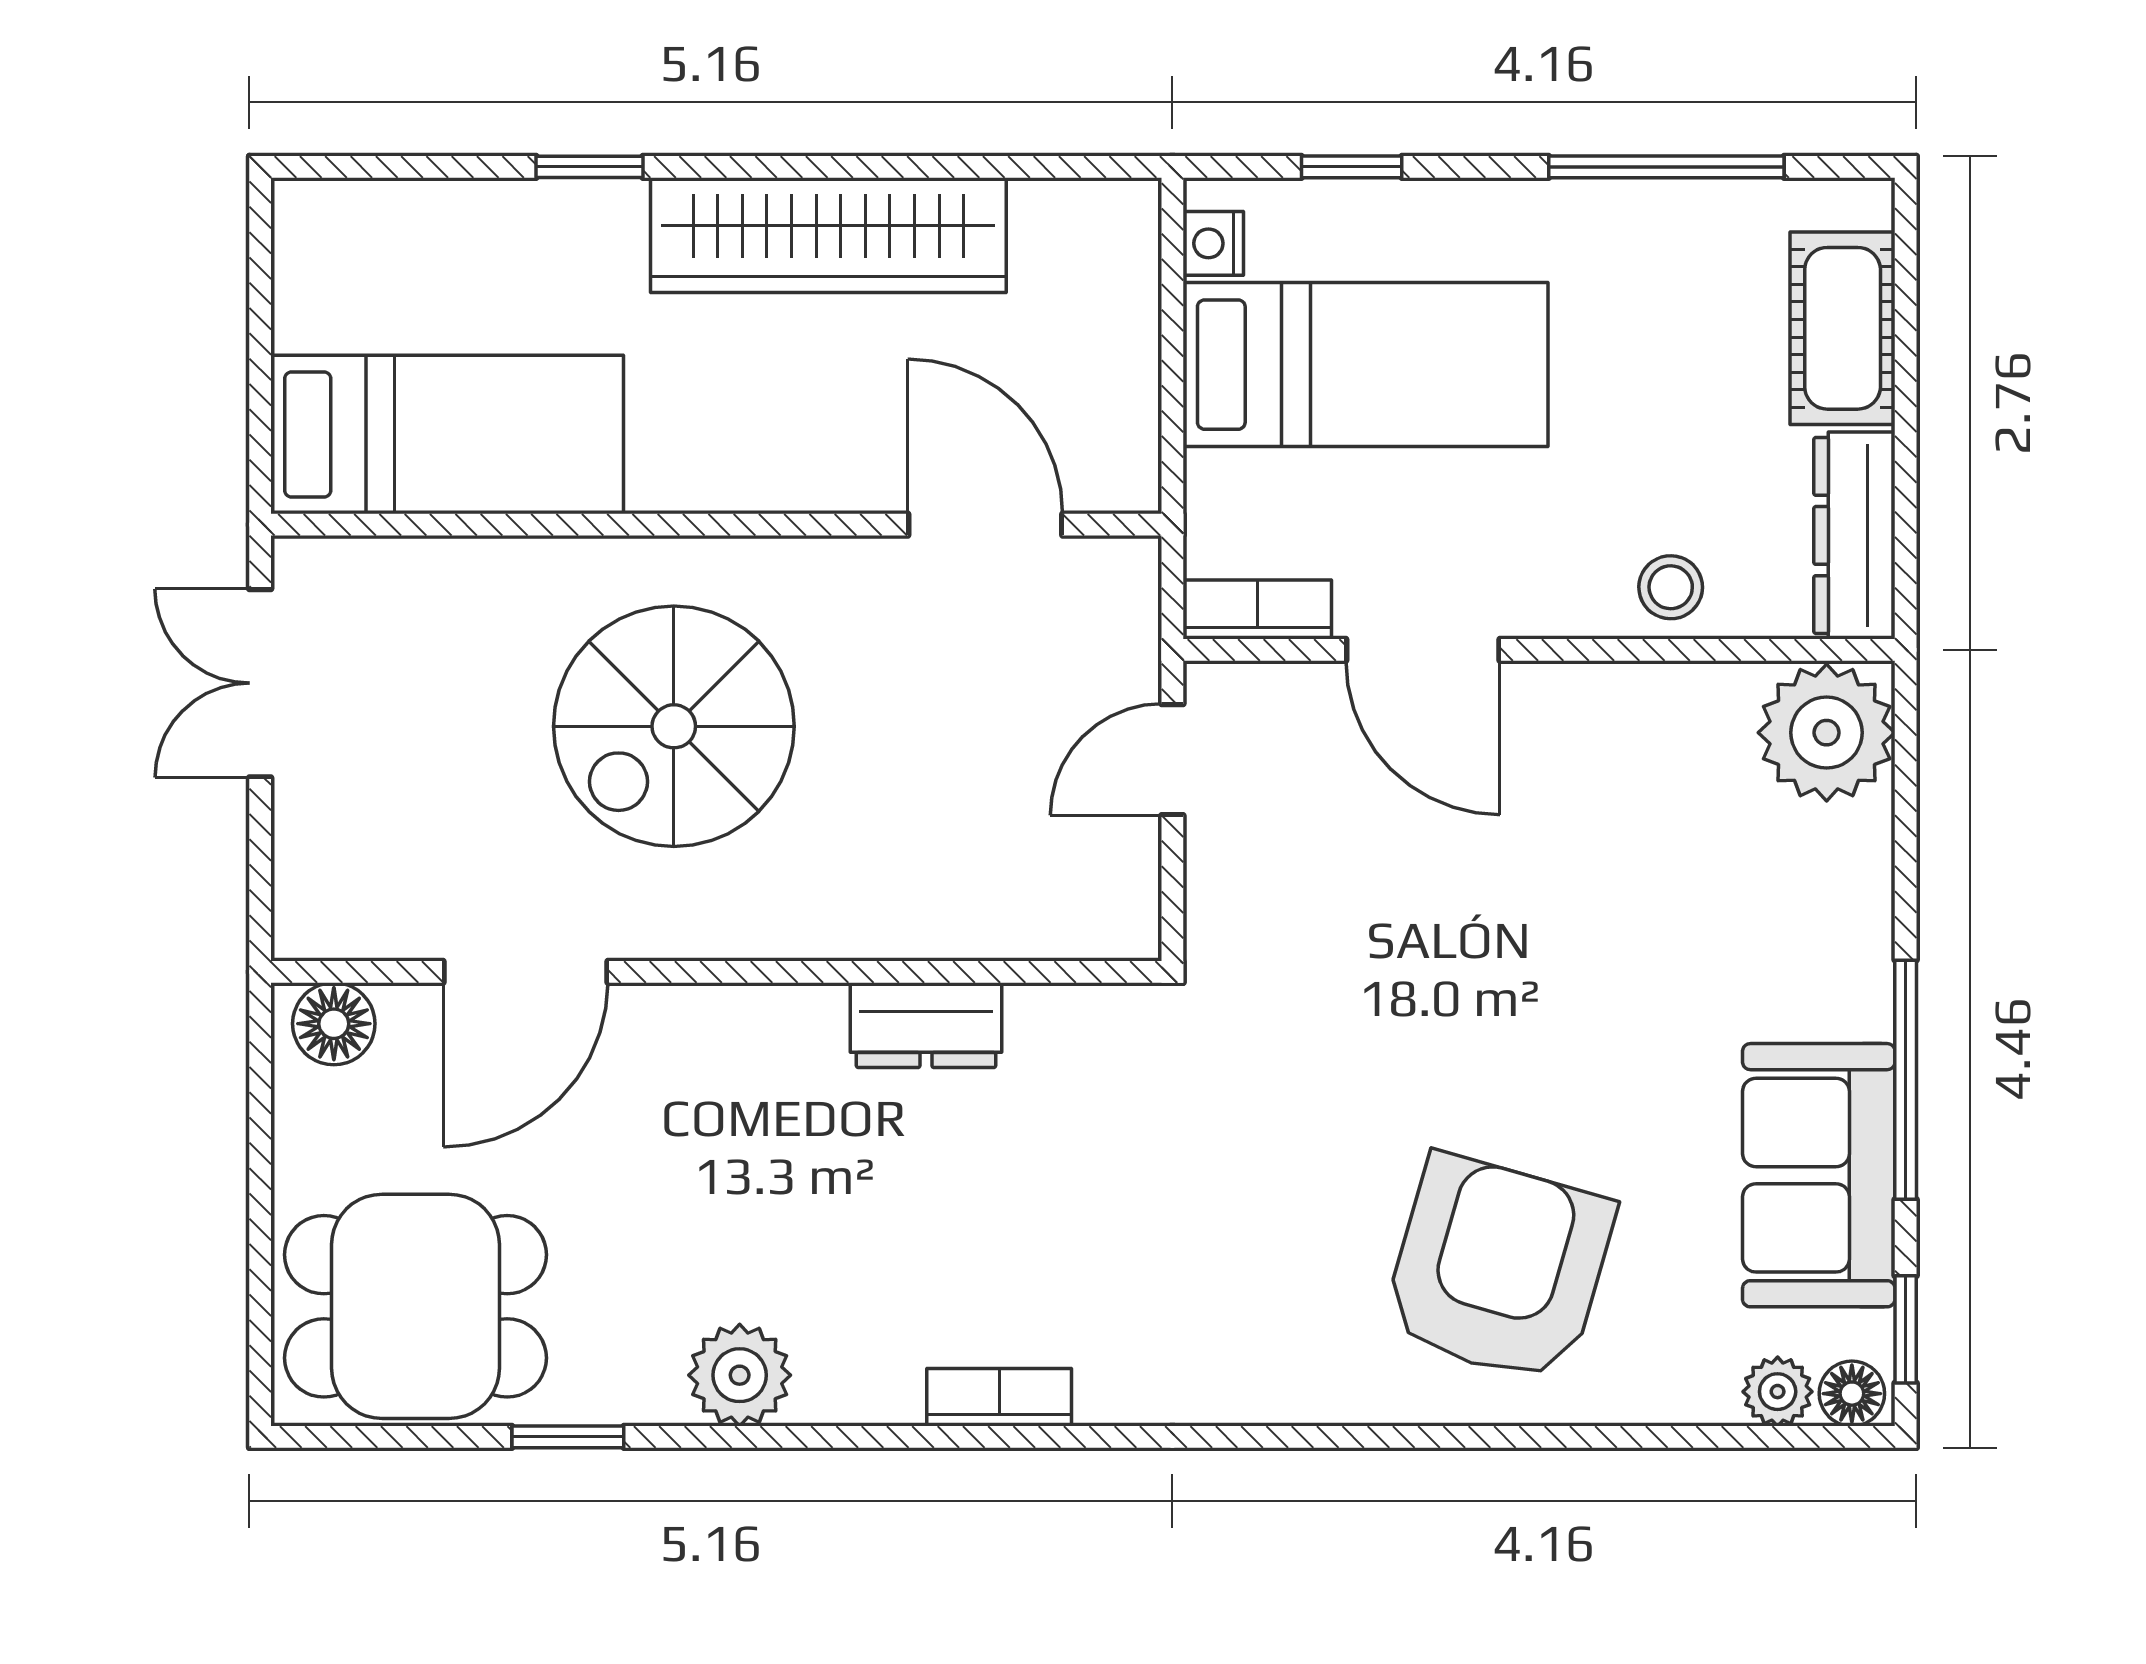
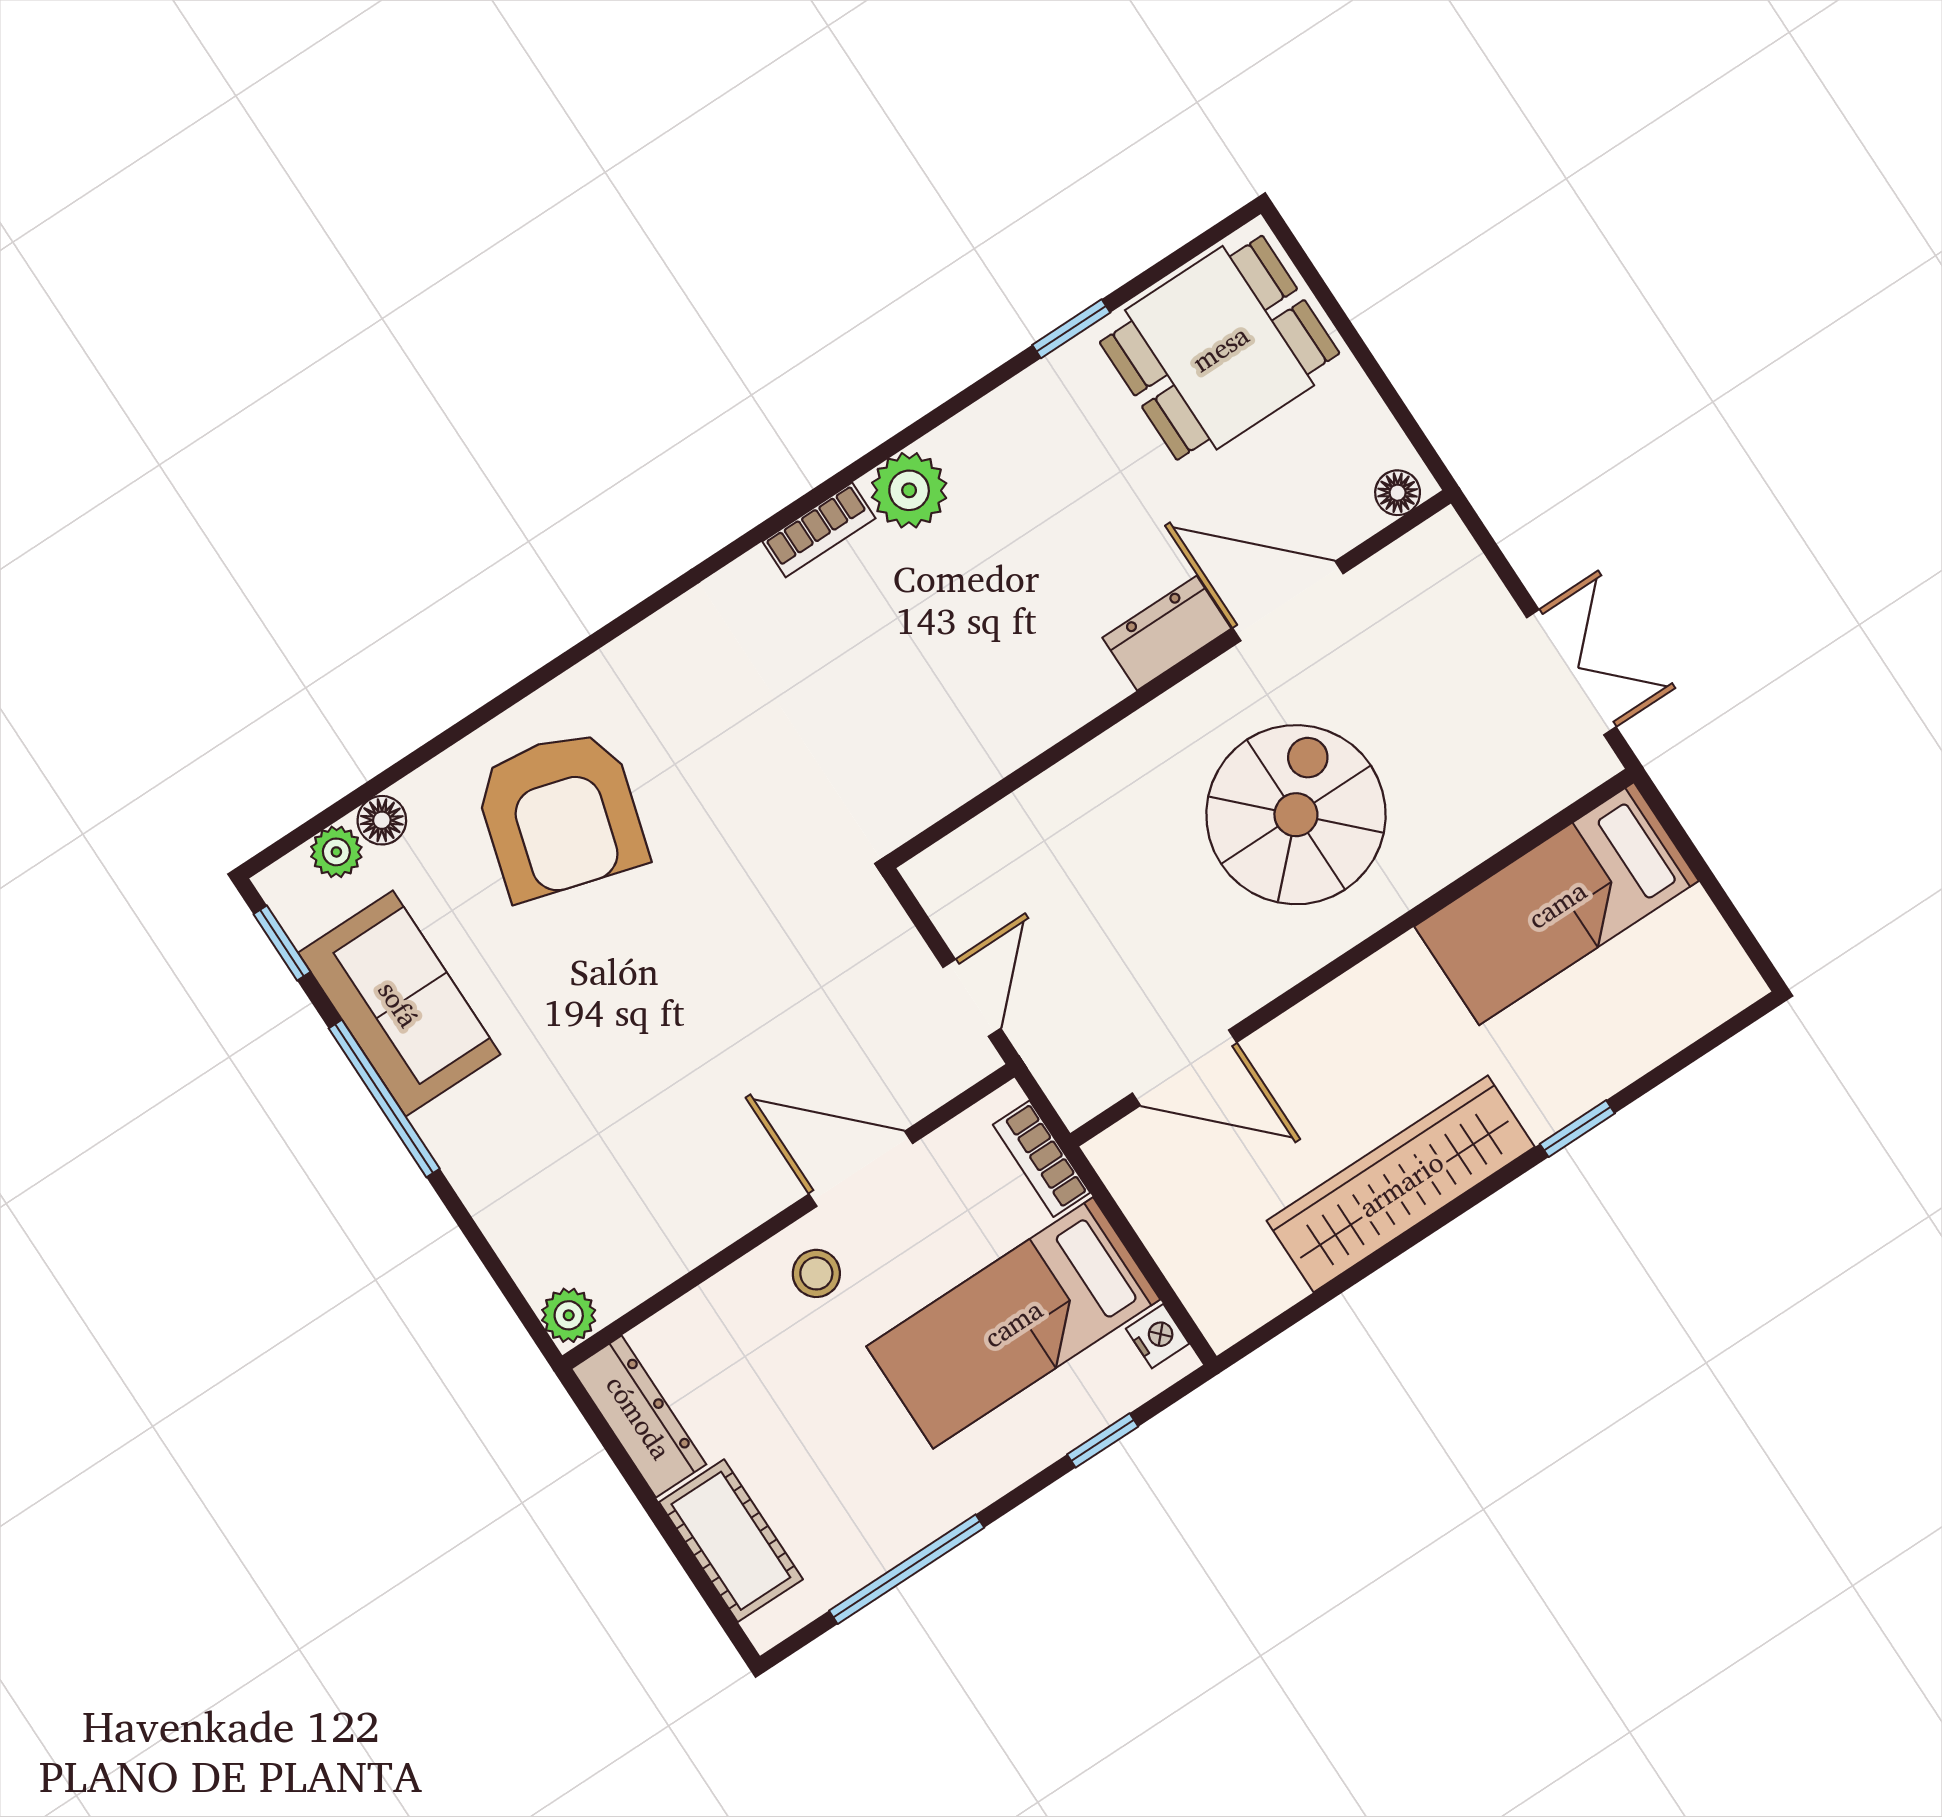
stool: (1671, 587) -> (816, 1273), moved
bookcase: (1257, 609) -> (1041, 1159), moved, turned 90
plant: (1827, 733) -> (569, 1315), width x0.53, depth x0.53
door: (525, 972) -> (1288, 601), hinge flipped
floor lamp: (334, 1024) -> (1398, 493), width x0.73, depth x0.73
dresser: (926, 1025) -> (1167, 633), moved
plant: (740, 1375) -> (909, 490), moved
floor lamp: (1852, 1394) -> (382, 820), moved

